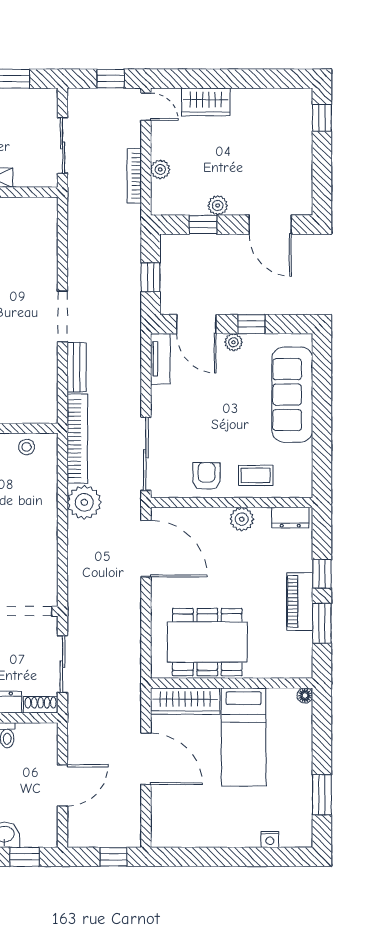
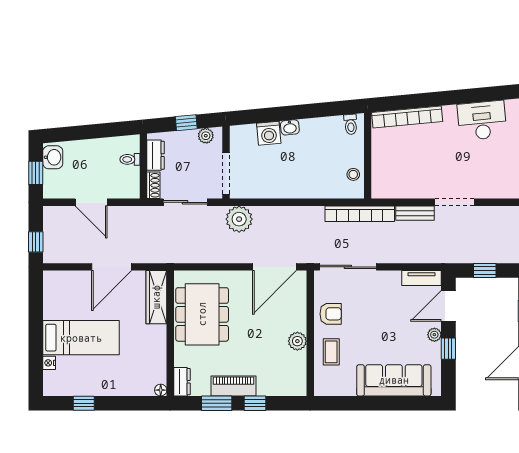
plant: (84, 502) -> (239, 219), moved
dresser: (290, 518) -> (182, 382), moved, turned 180
bed: (244, 737) -> (81, 338), moved, turned 180
window: (322, 795) -> (84, 403), width x0.67

